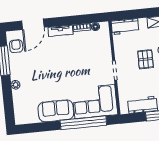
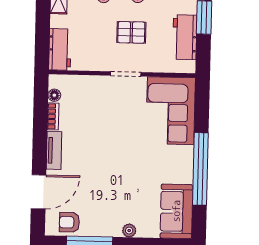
door: (33, 24) -> (39, 192), hinge flipped
pallet: (146, 59) -> (131, 32), moved
sofa: (56, 111) -> (176, 211), moved
window: (83, 123) -> (200, 169), moved

